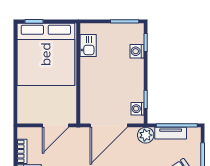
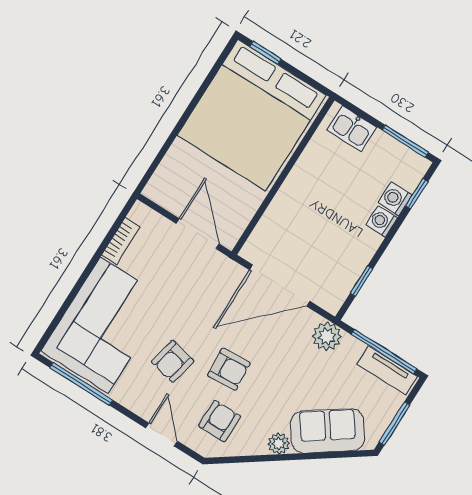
kitchen sink: (88, 46) -> (352, 129), moved, turned 90
washing machine: (137, 109) -> (382, 221), moved
door: (56, 125) -> (198, 234), swing flipped
tv unit: (171, 133) -> (387, 370), moved

